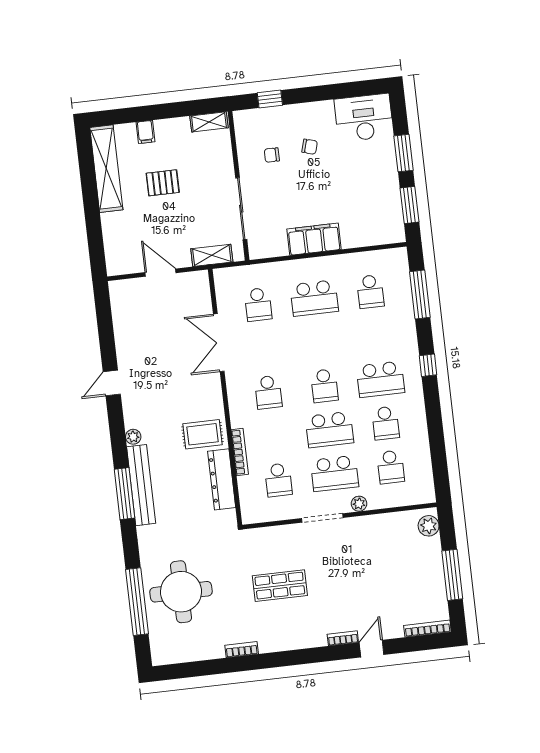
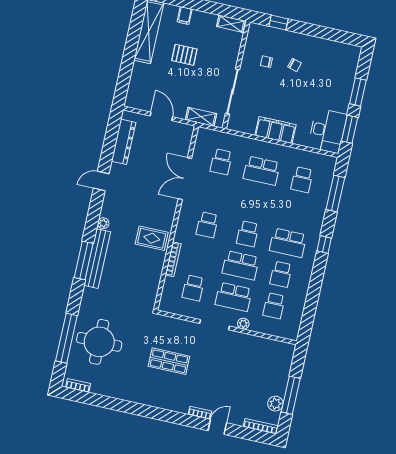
desk: (364, 118) -> (327, 131), moved, turned 90
dresser: (222, 479) -> (124, 142), moved, turned 180
plant: (429, 526) -> (275, 404), moved
bookcase: (242, 650) -> (78, 385), moved

